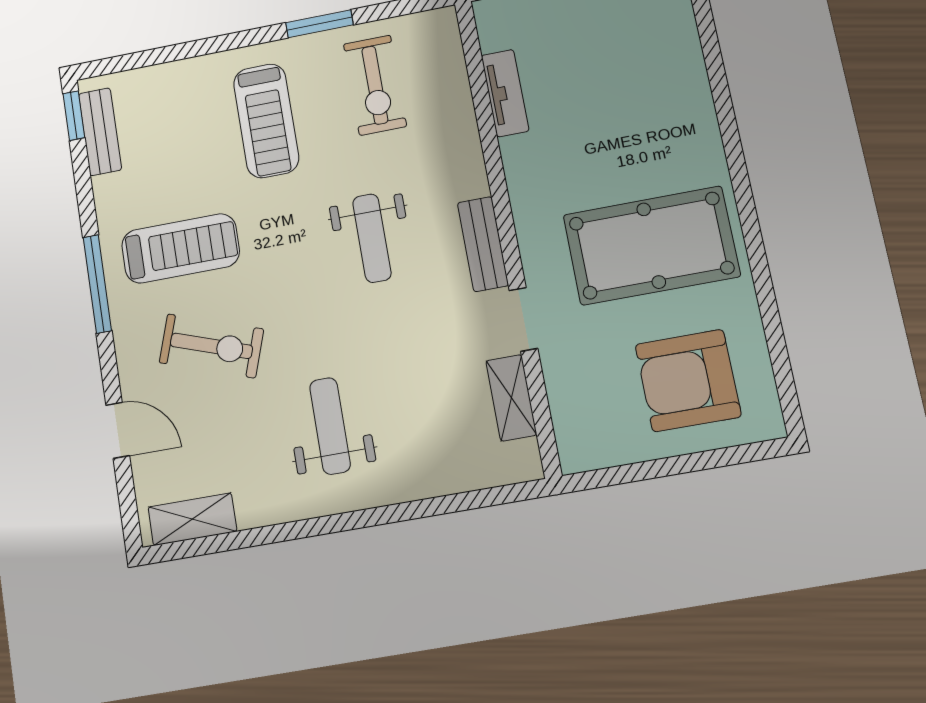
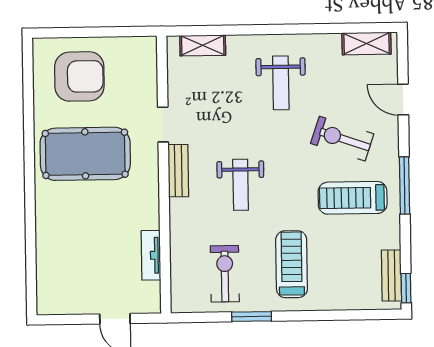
weight bench: (372, 238) -> (241, 185), turned 180
shelving: (511, 398) -> (203, 45), moved, turned 90

